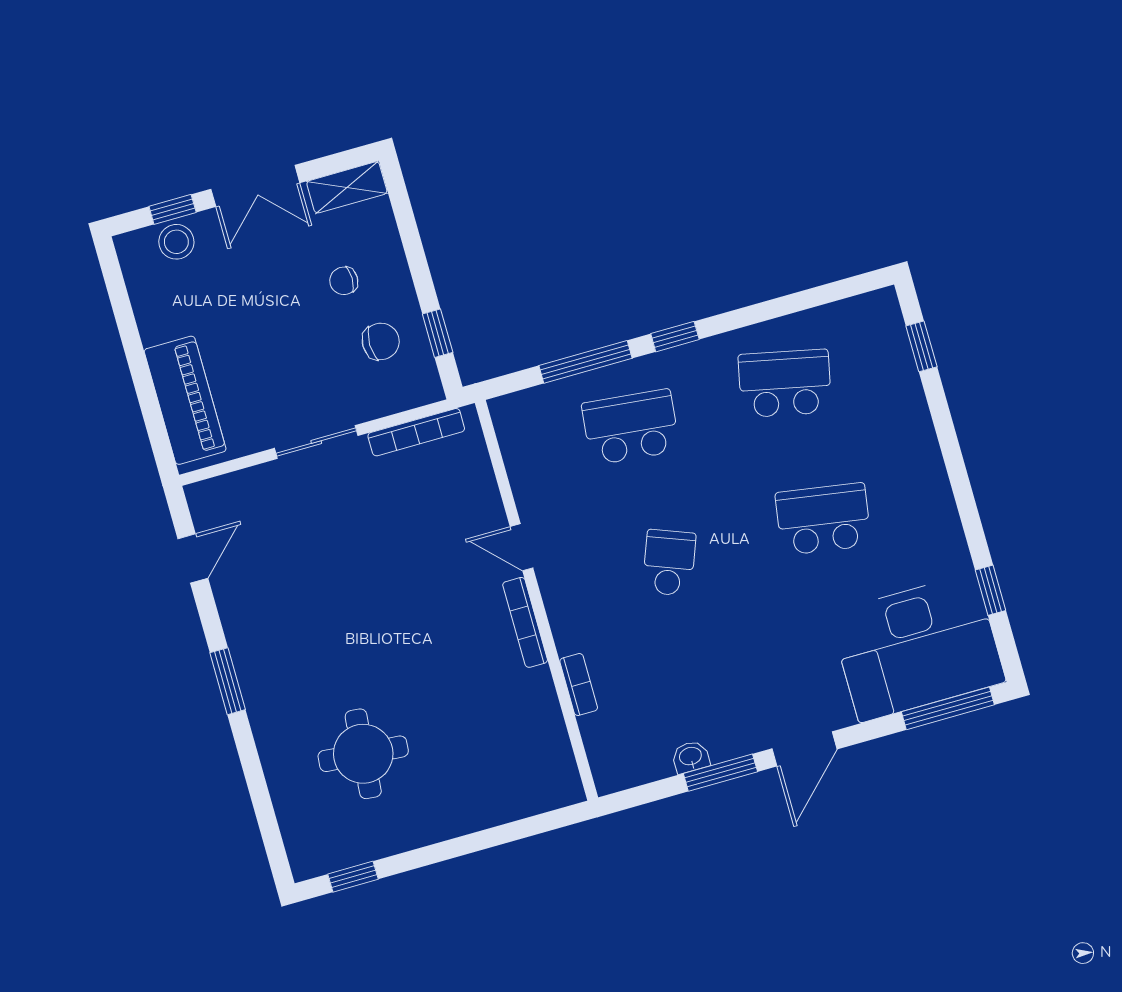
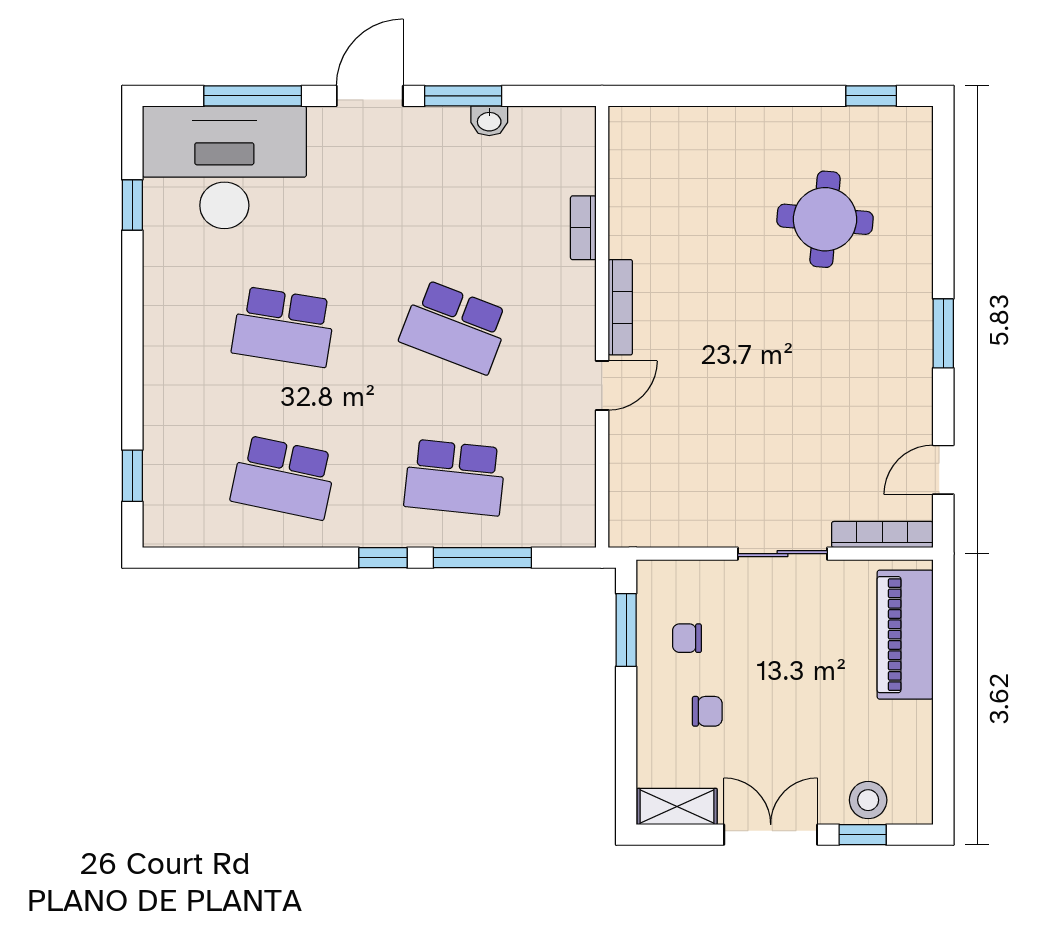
window: (438, 333) -> (626, 630), width x1.50
chair: (381, 341) -> (687, 638), width x0.73, depth x0.73
bookcase: (416, 432) -> (882, 535), moved
door: (522, 547) -> (602, 386), hinge flipped
school desk: (669, 563) -> (455, 327), width x1.85
window: (948, 708) -> (253, 96), moved

